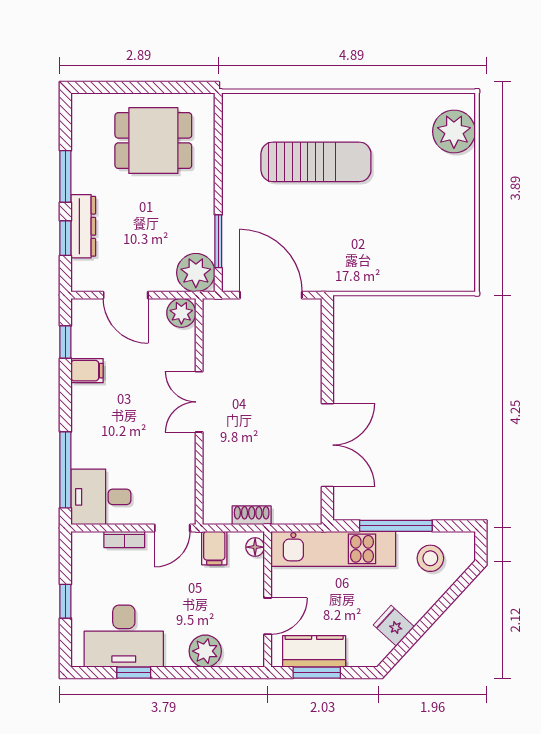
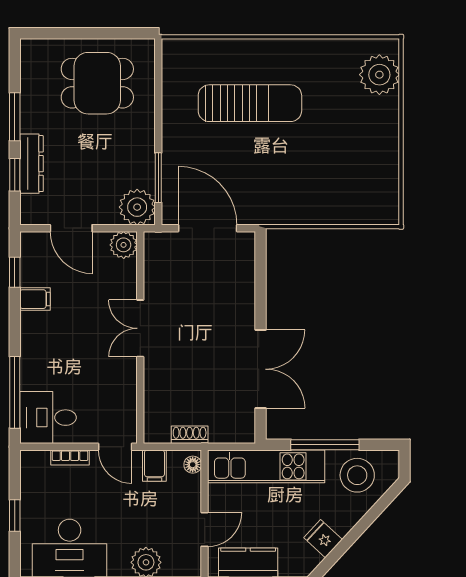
door: (172, 528) -> (115, 447), hinge flipped
stool: (430, 558) -> (357, 475), width x1.38, depth x1.38

